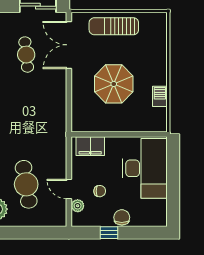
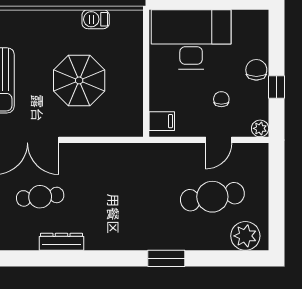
filing cabinet: (90, 146) -> (162, 121), width x0.50
plant: (78, 206) -> (260, 128), moved
chair: (122, 217) -> (256, 70), turned 90

